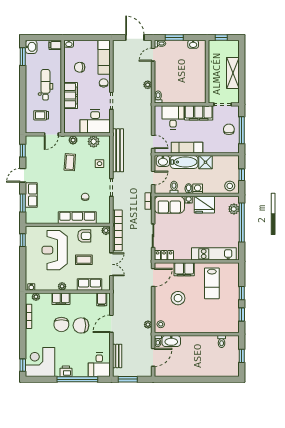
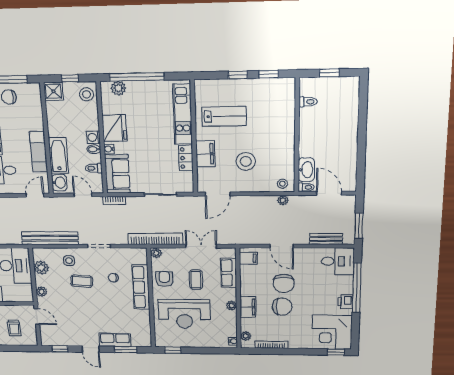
coffee table: (70, 162) -> (82, 281), moved
shower: (205, 162) -> (53, 91), moved
locker: (164, 255) -> (186, 158), moved
door: (153, 278) -> (218, 194), swing flipped

